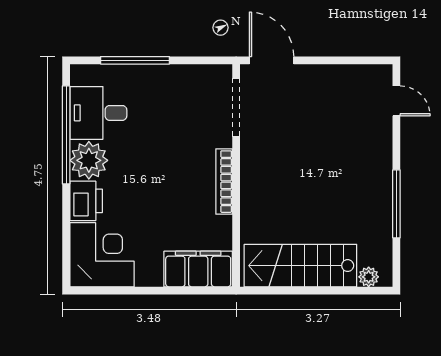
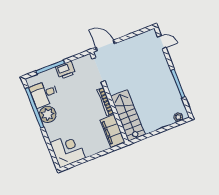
printer: (86, 201) -> (66, 70), moved, turned 90
stairs: (300, 266) -> (128, 115), moved, turned 90
filing cabinet: (198, 269) -> (112, 131), moved, turned -90

